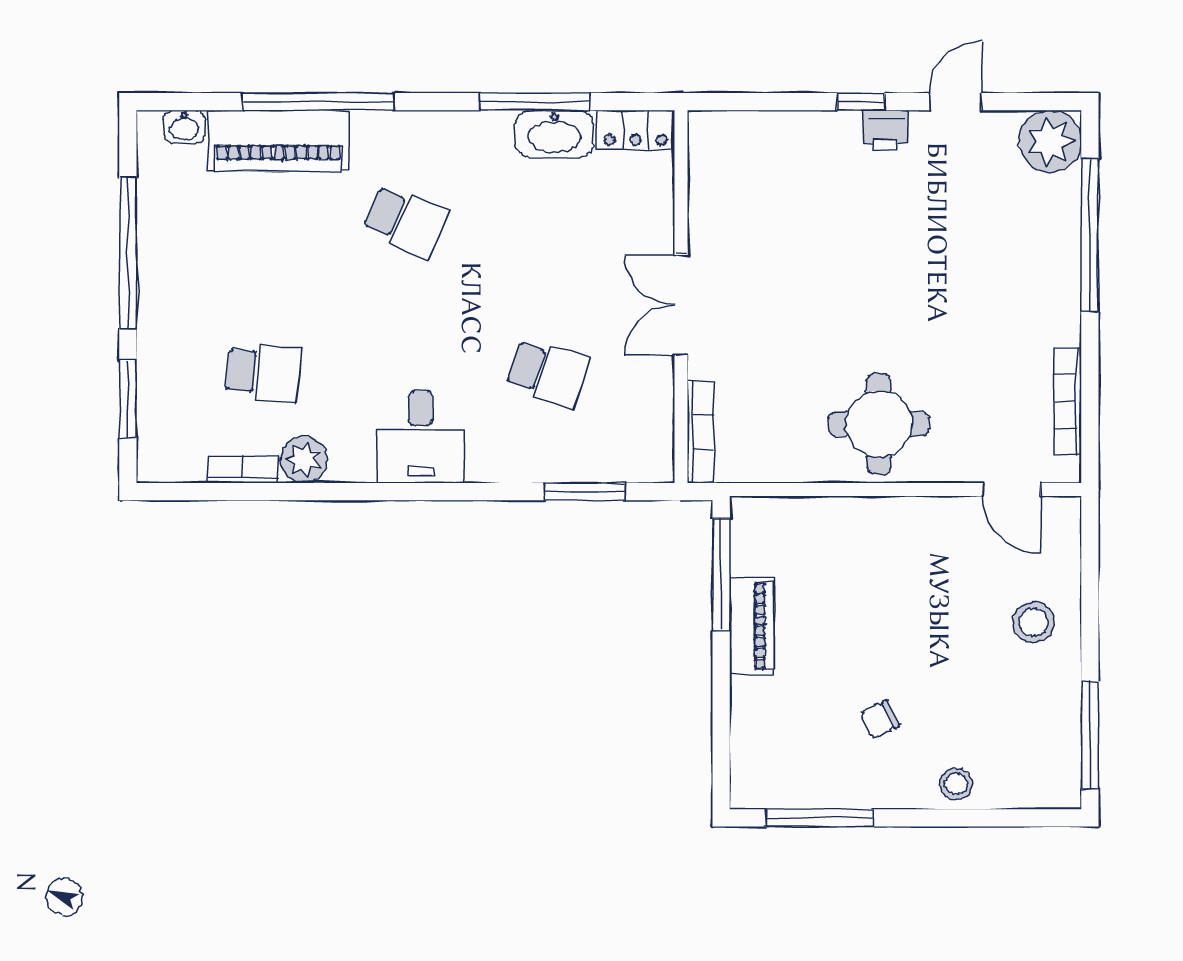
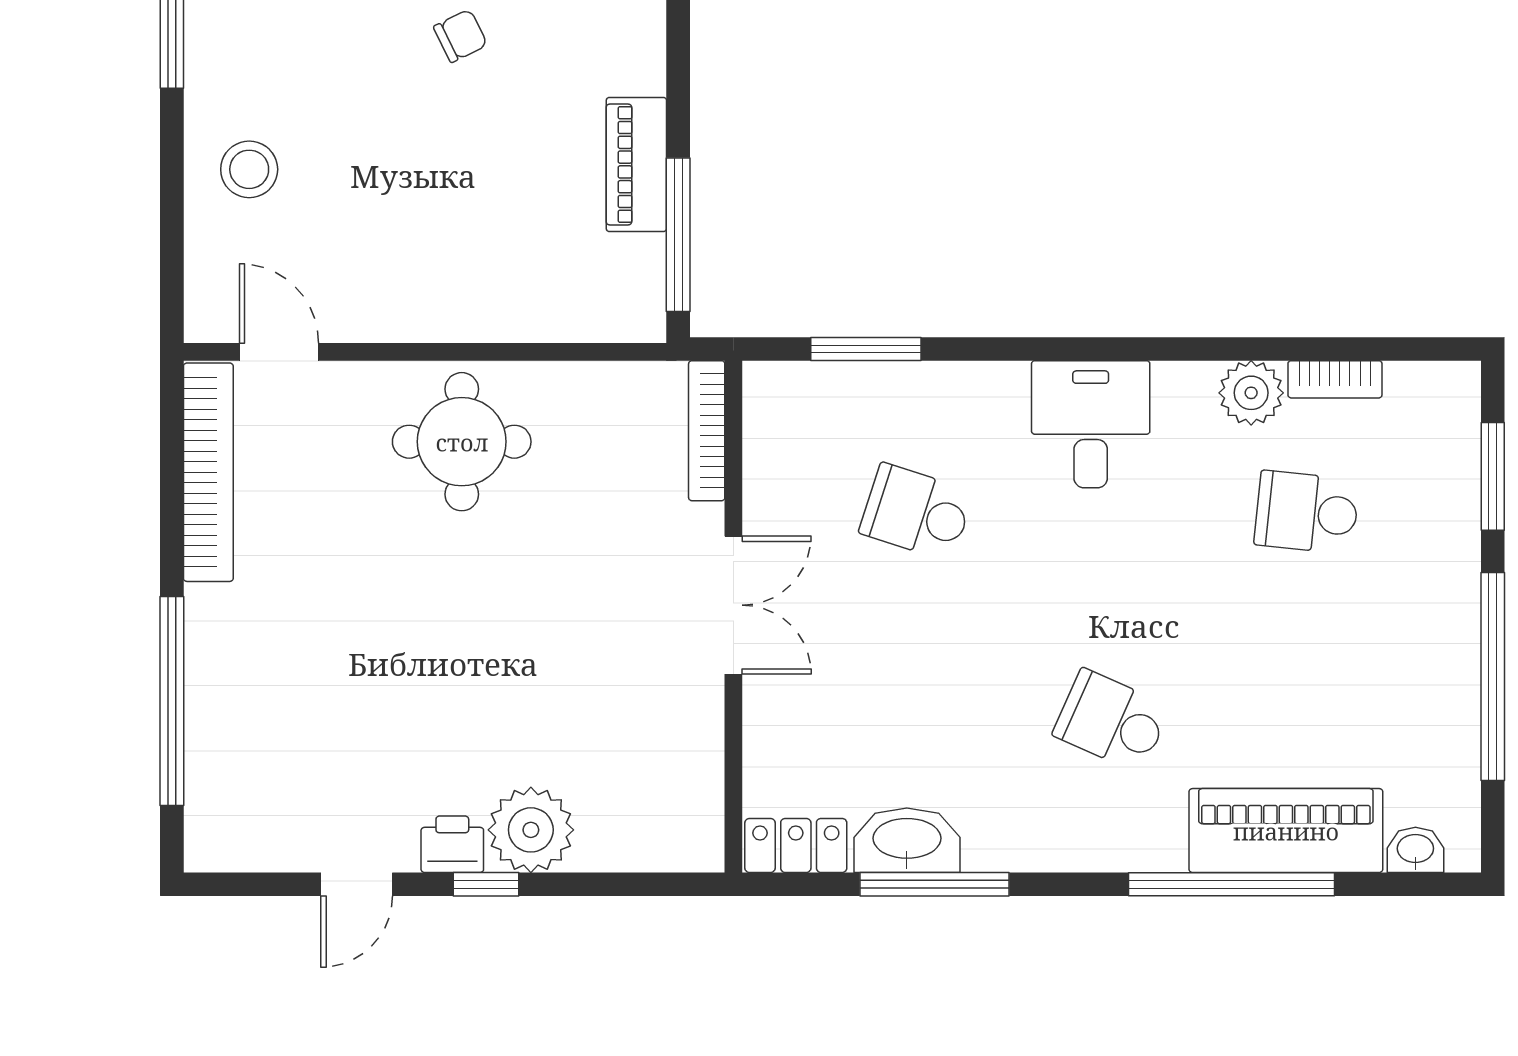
plant: (1050, 141) -> (531, 830), moved
bookcase: (1068, 402) -> (208, 472), width x1.48, depth x1.31

